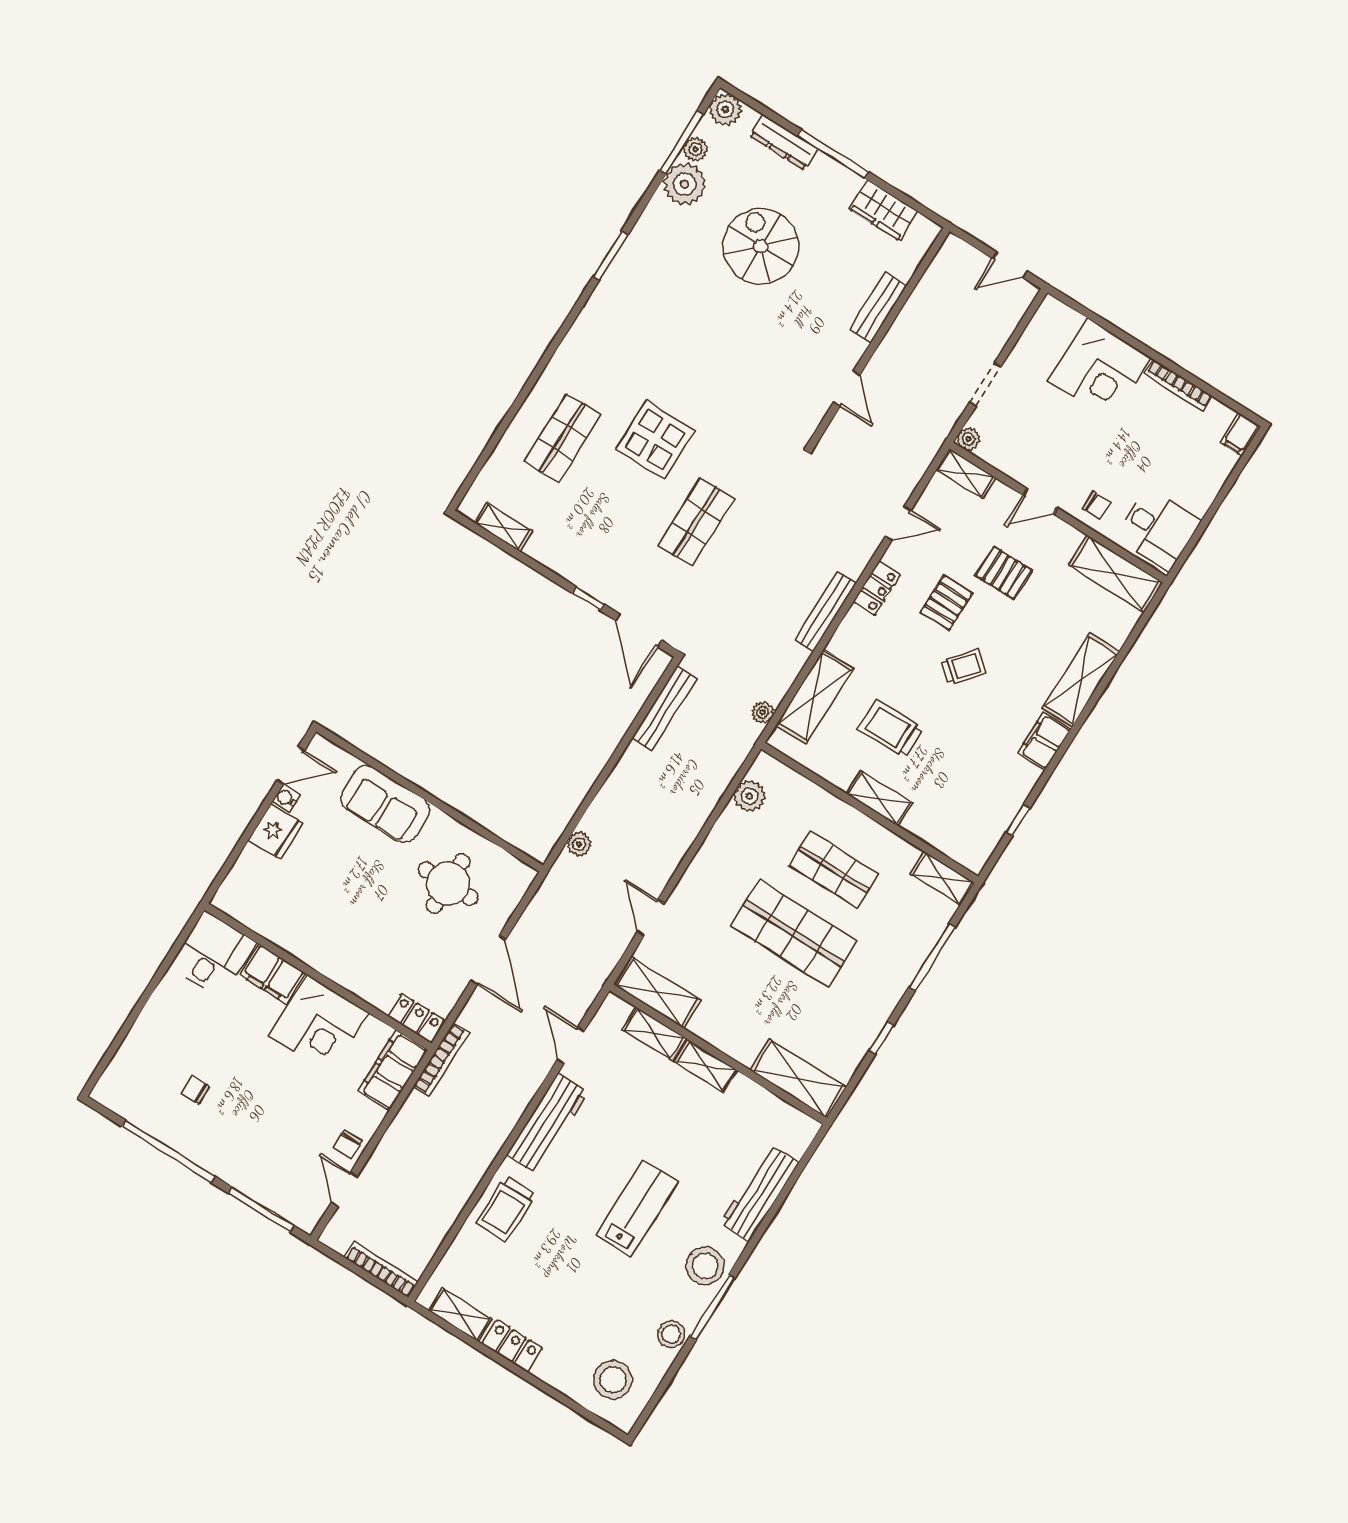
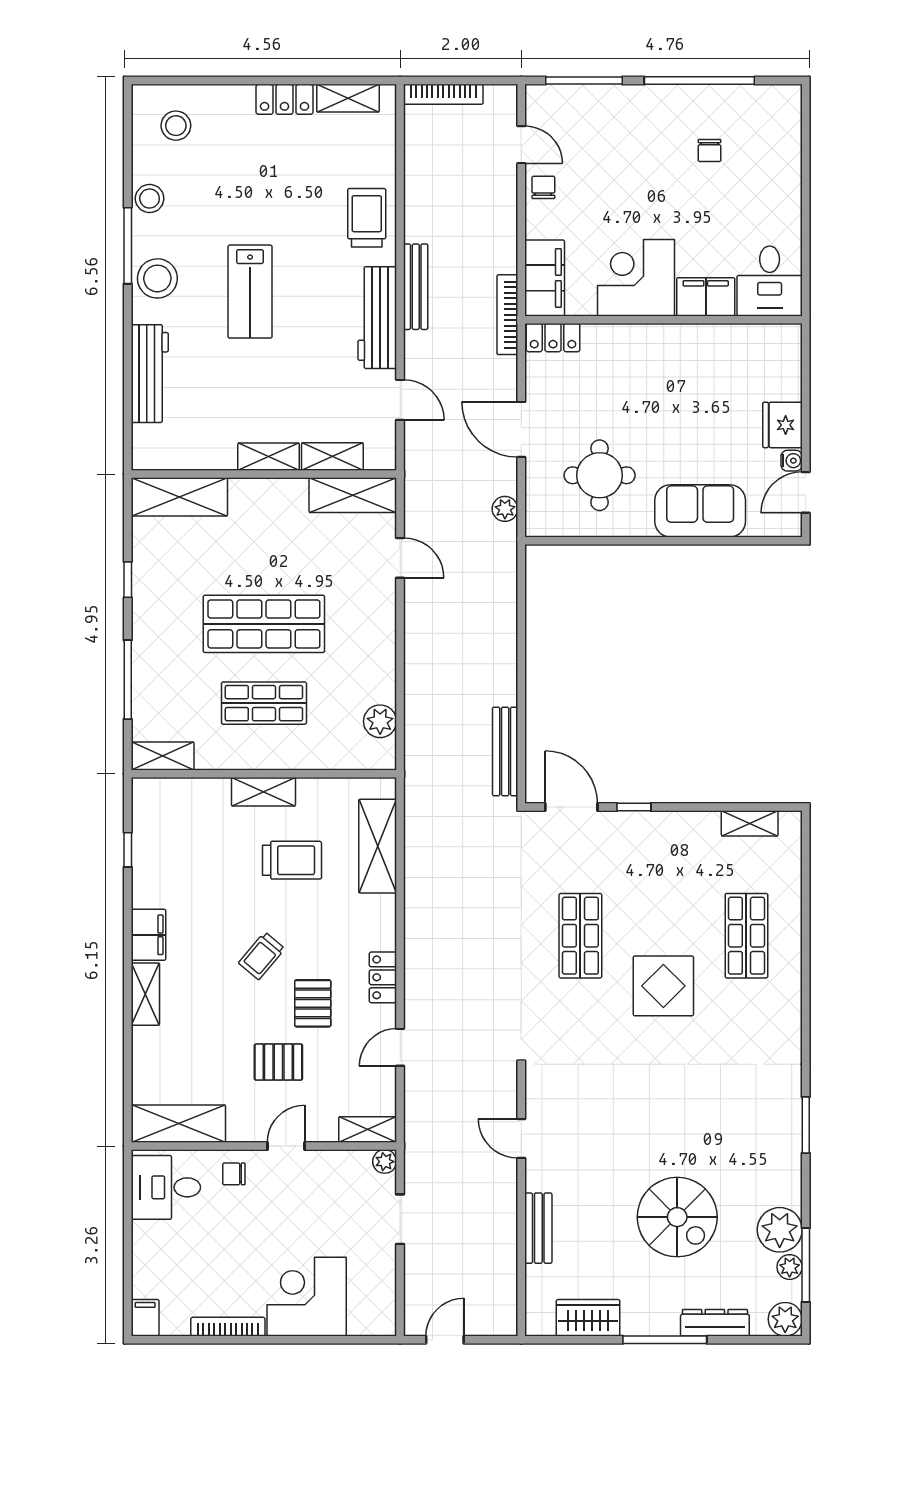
bench: (825, 611) -> (416, 287), moved
shelving: (1081, 680) -> (145, 994), width x0.67, depth x0.75
plant: (763, 712) -> (415, 803), removed
plant: (579, 844) -> (505, 509), moved
chair: (195, 1090) -> (709, 150), turned 90
stool: (613, 1380) -> (176, 126), width x0.73, depth x0.73

